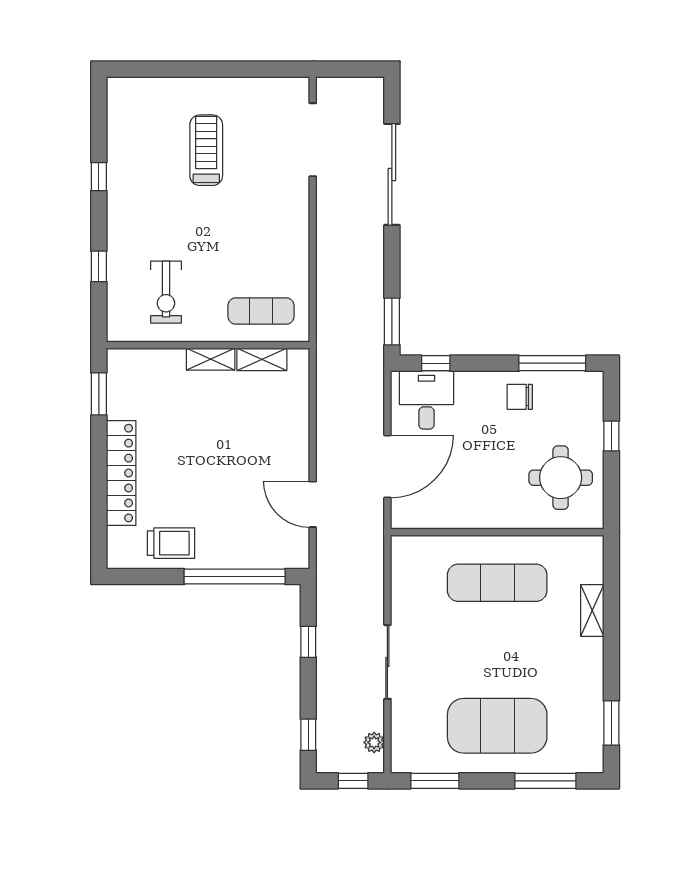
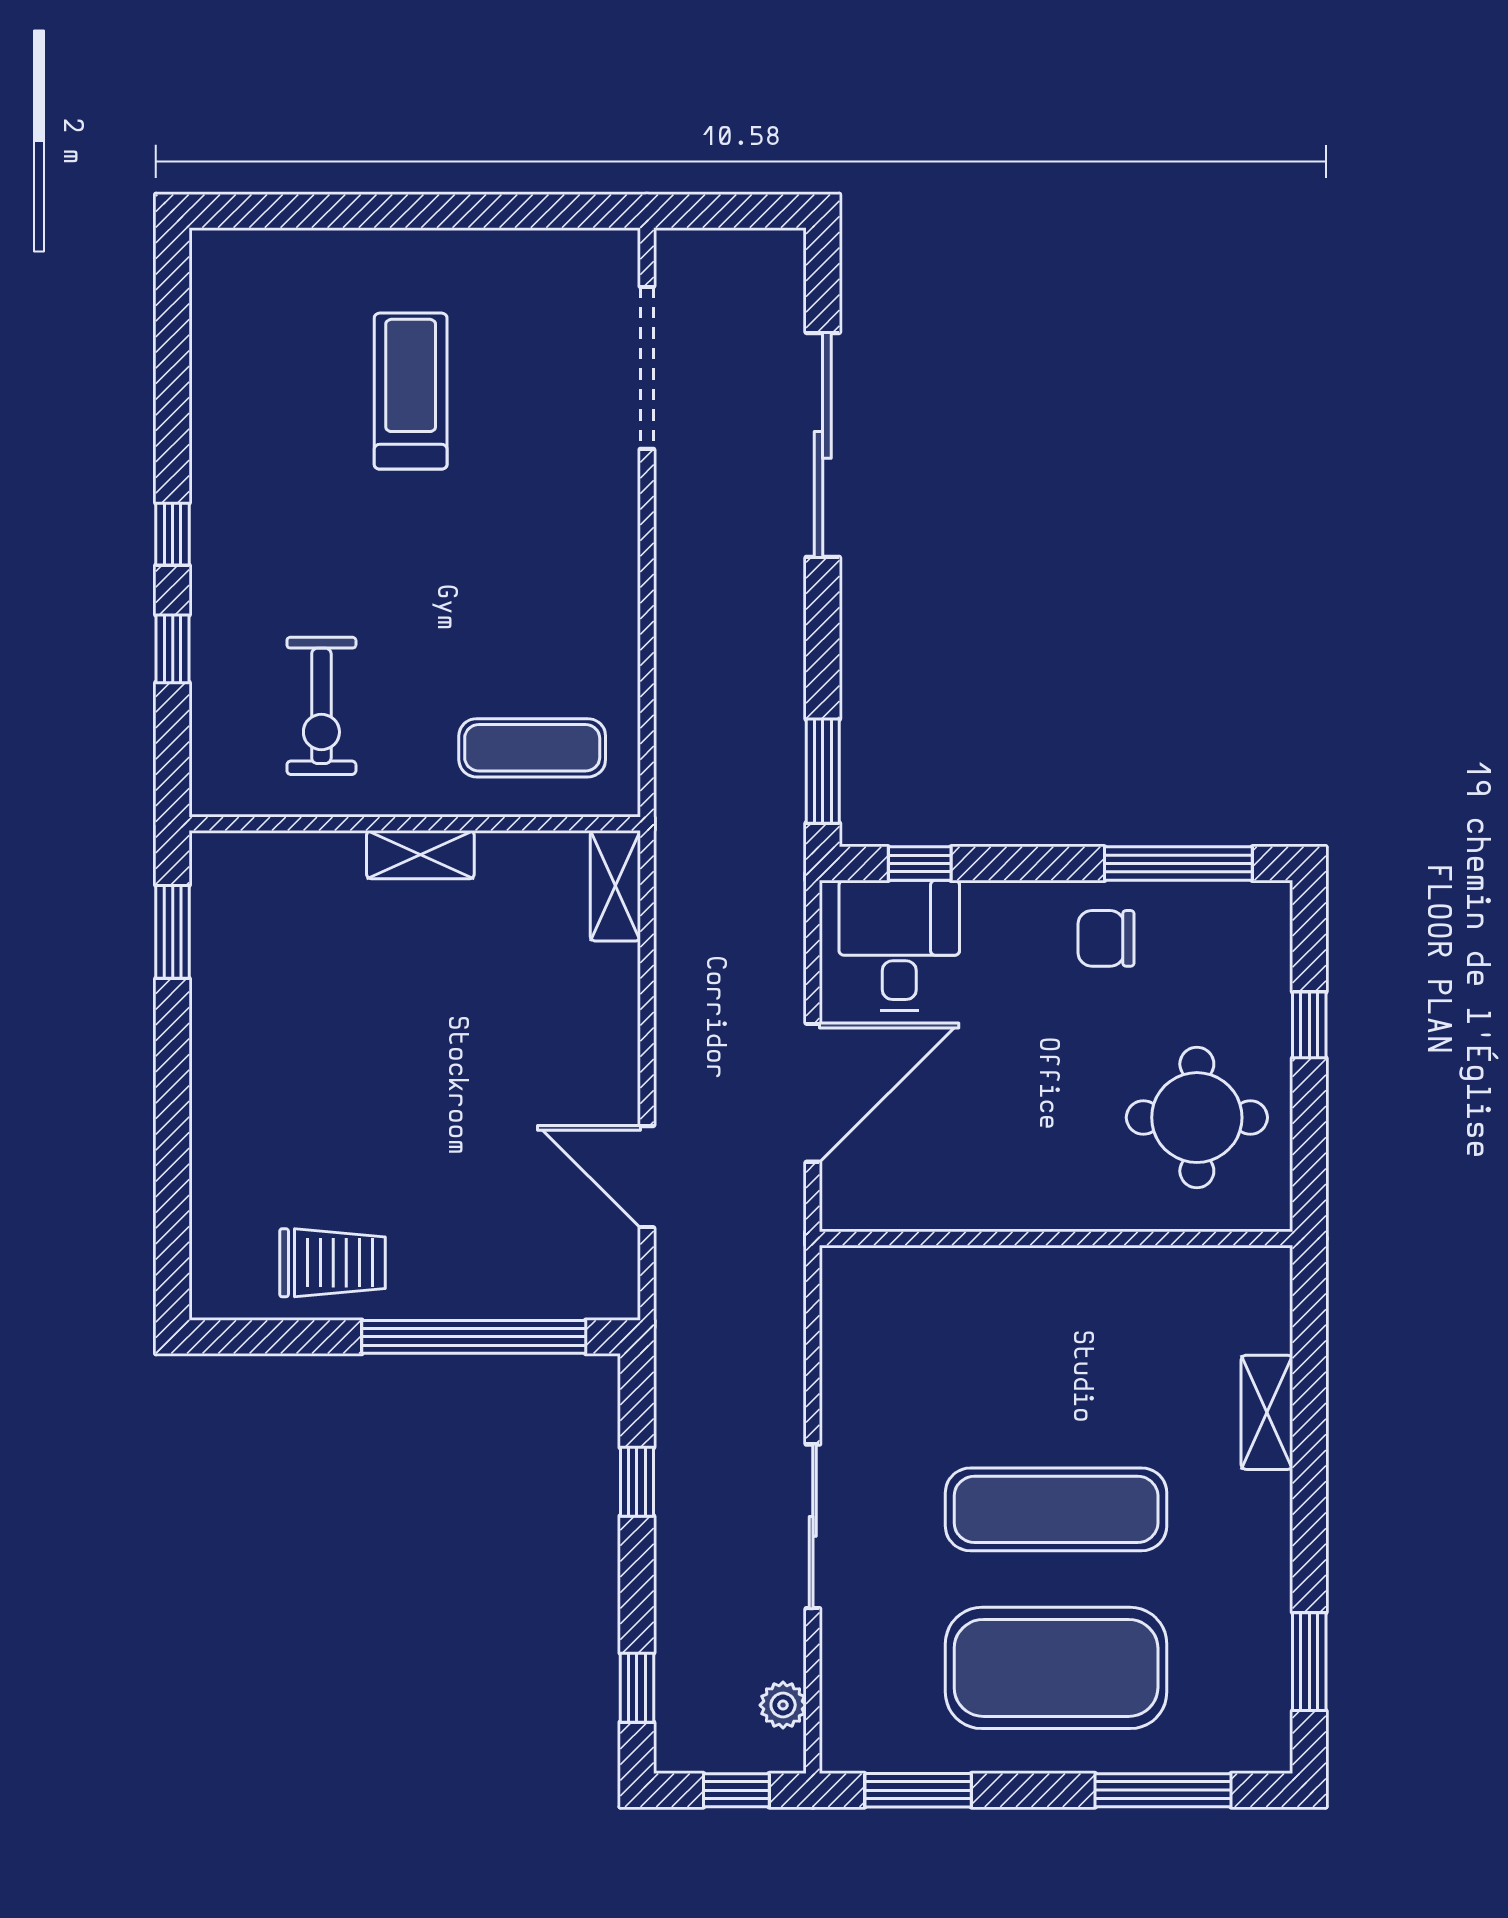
window: (99, 177) -> (173, 534), moved
shelving: (262, 359) -> (615, 886), moved, turned 90
locker: (121, 473) -> (222, 1107), removed
exercise mat: (497, 583) -> (1056, 1509), moved

